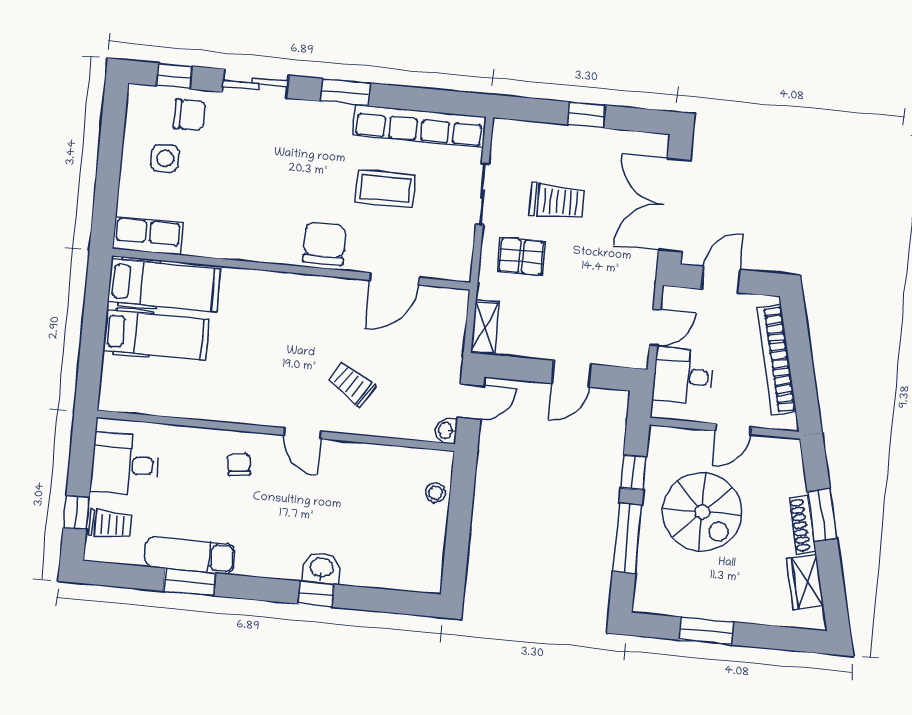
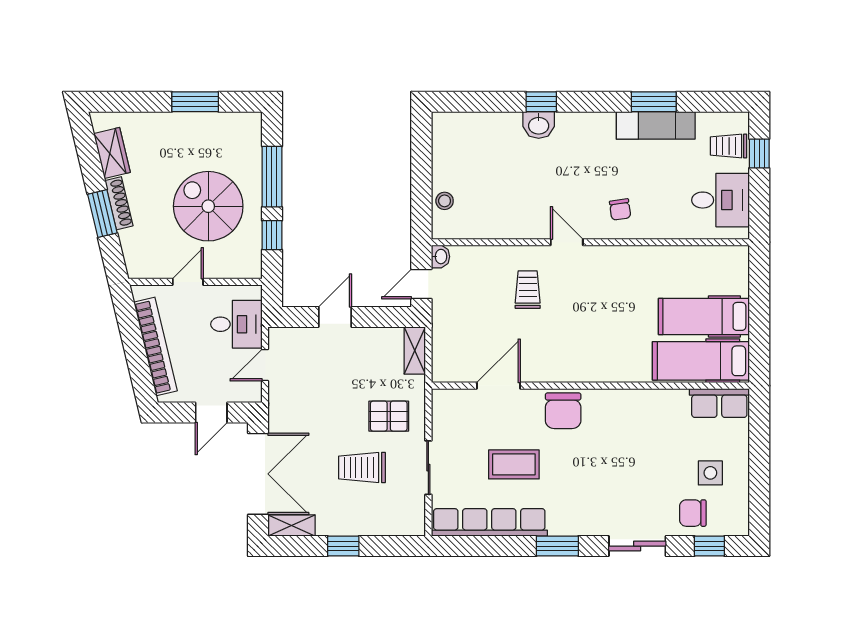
shelving: (642, 144) -> (292, 525), added
trolley: (352, 384) -> (528, 290), turned -124

